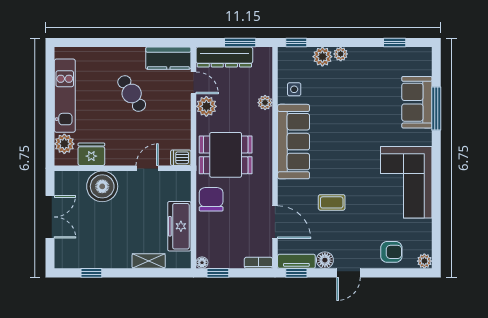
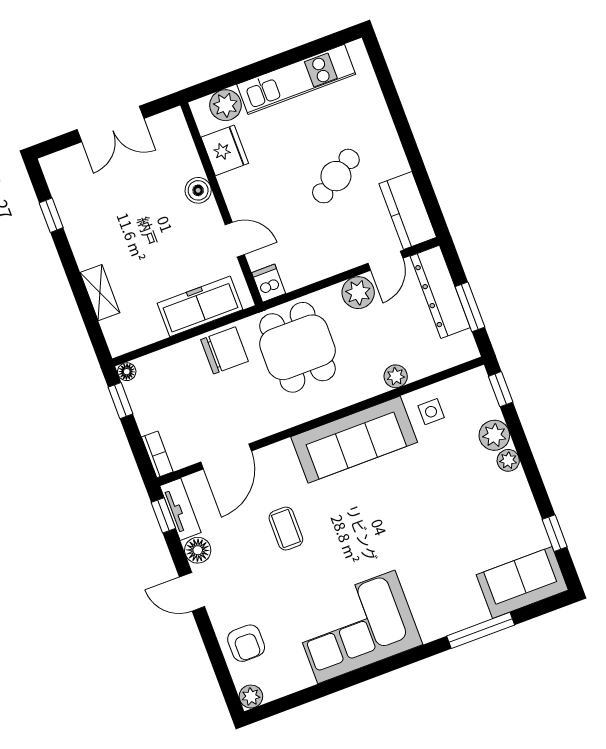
sofa: (417, 102) -> (522, 582), moved
boiler: (102, 186) -> (198, 190), width x0.54, depth x0.54
freezer: (179, 226) -> (200, 306), moved

